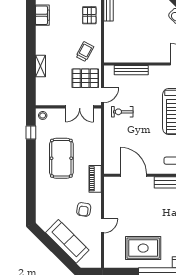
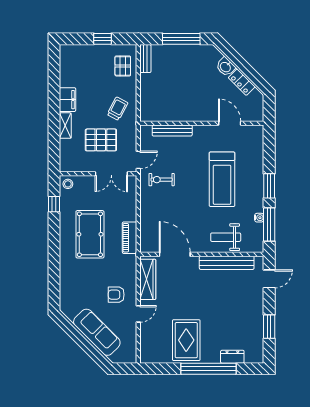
filing cabinet: (42, 15) -> (67, 100), moved
pallet: (85, 78) -> (101, 140), moved
piano: (95, 179) -> (130, 238), moved
wardrobe: (111, 196) -> (148, 279), added
armchair: (84, 209) -> (116, 295), turned 81
rug: (143, 248) -> (186, 340), turned 90

